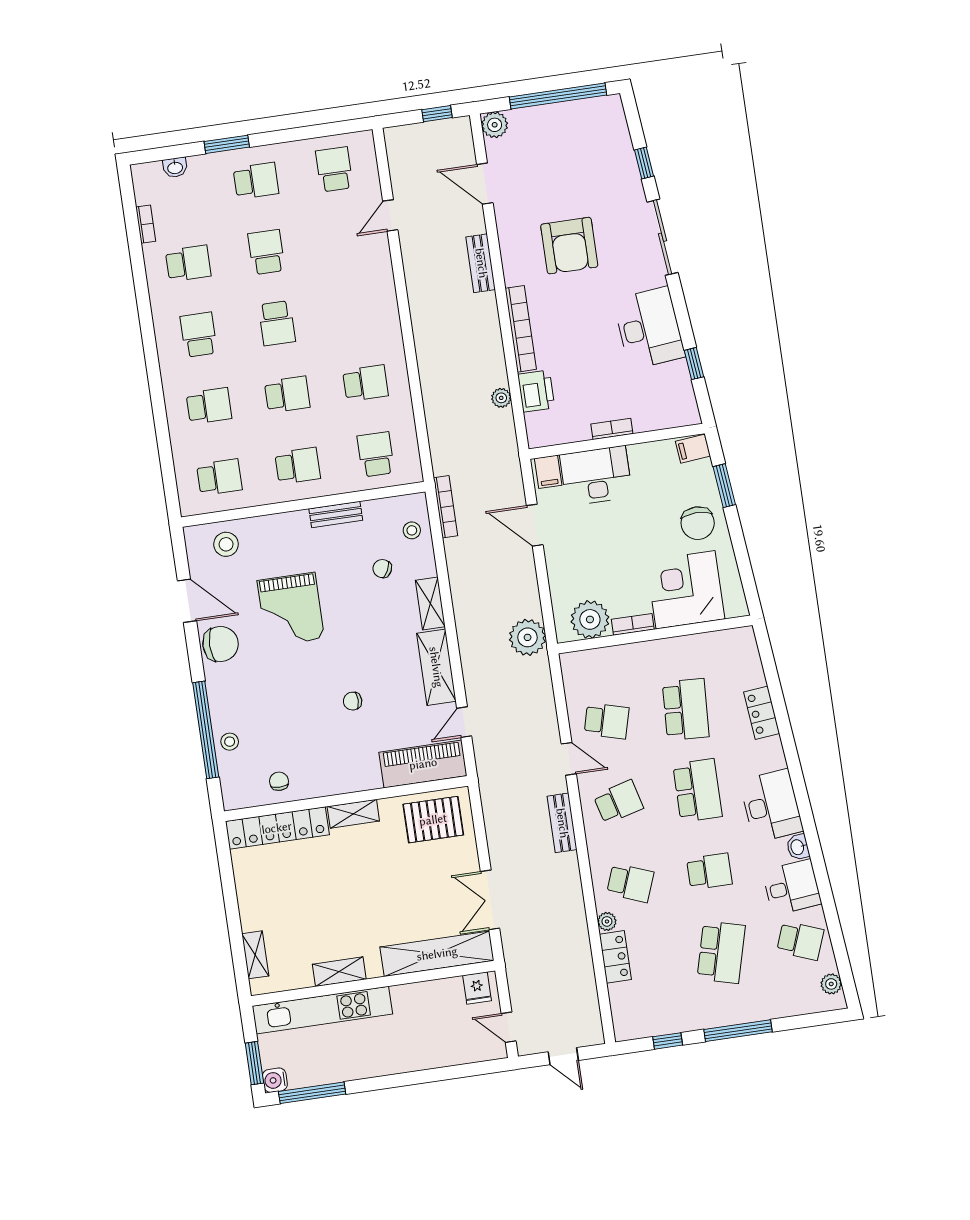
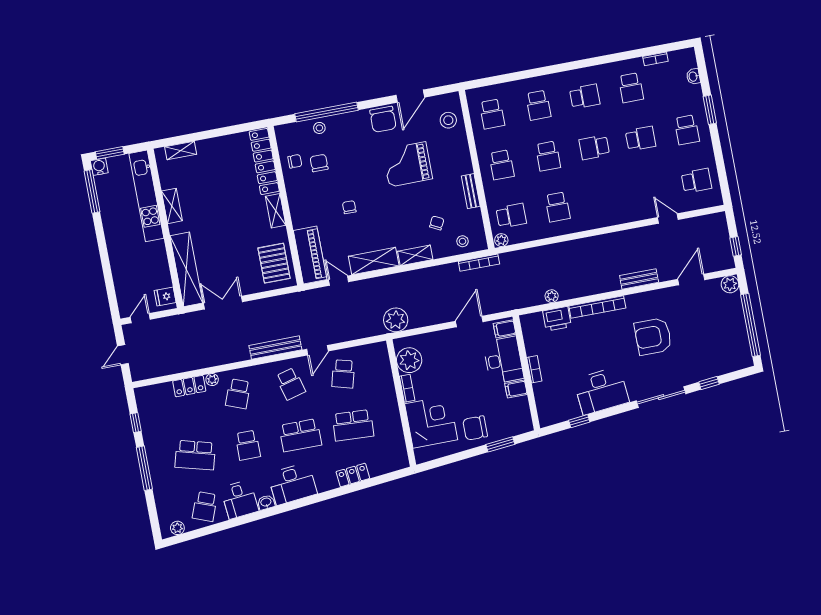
filing cabinet: (693, 449) -> (516, 389), moved, turned -84
plant: (412, 471) -> (501, 240), added
chair: (283, 744) -> (319, 163), added
bench: (562, 823) -> (275, 348), width x1.36

